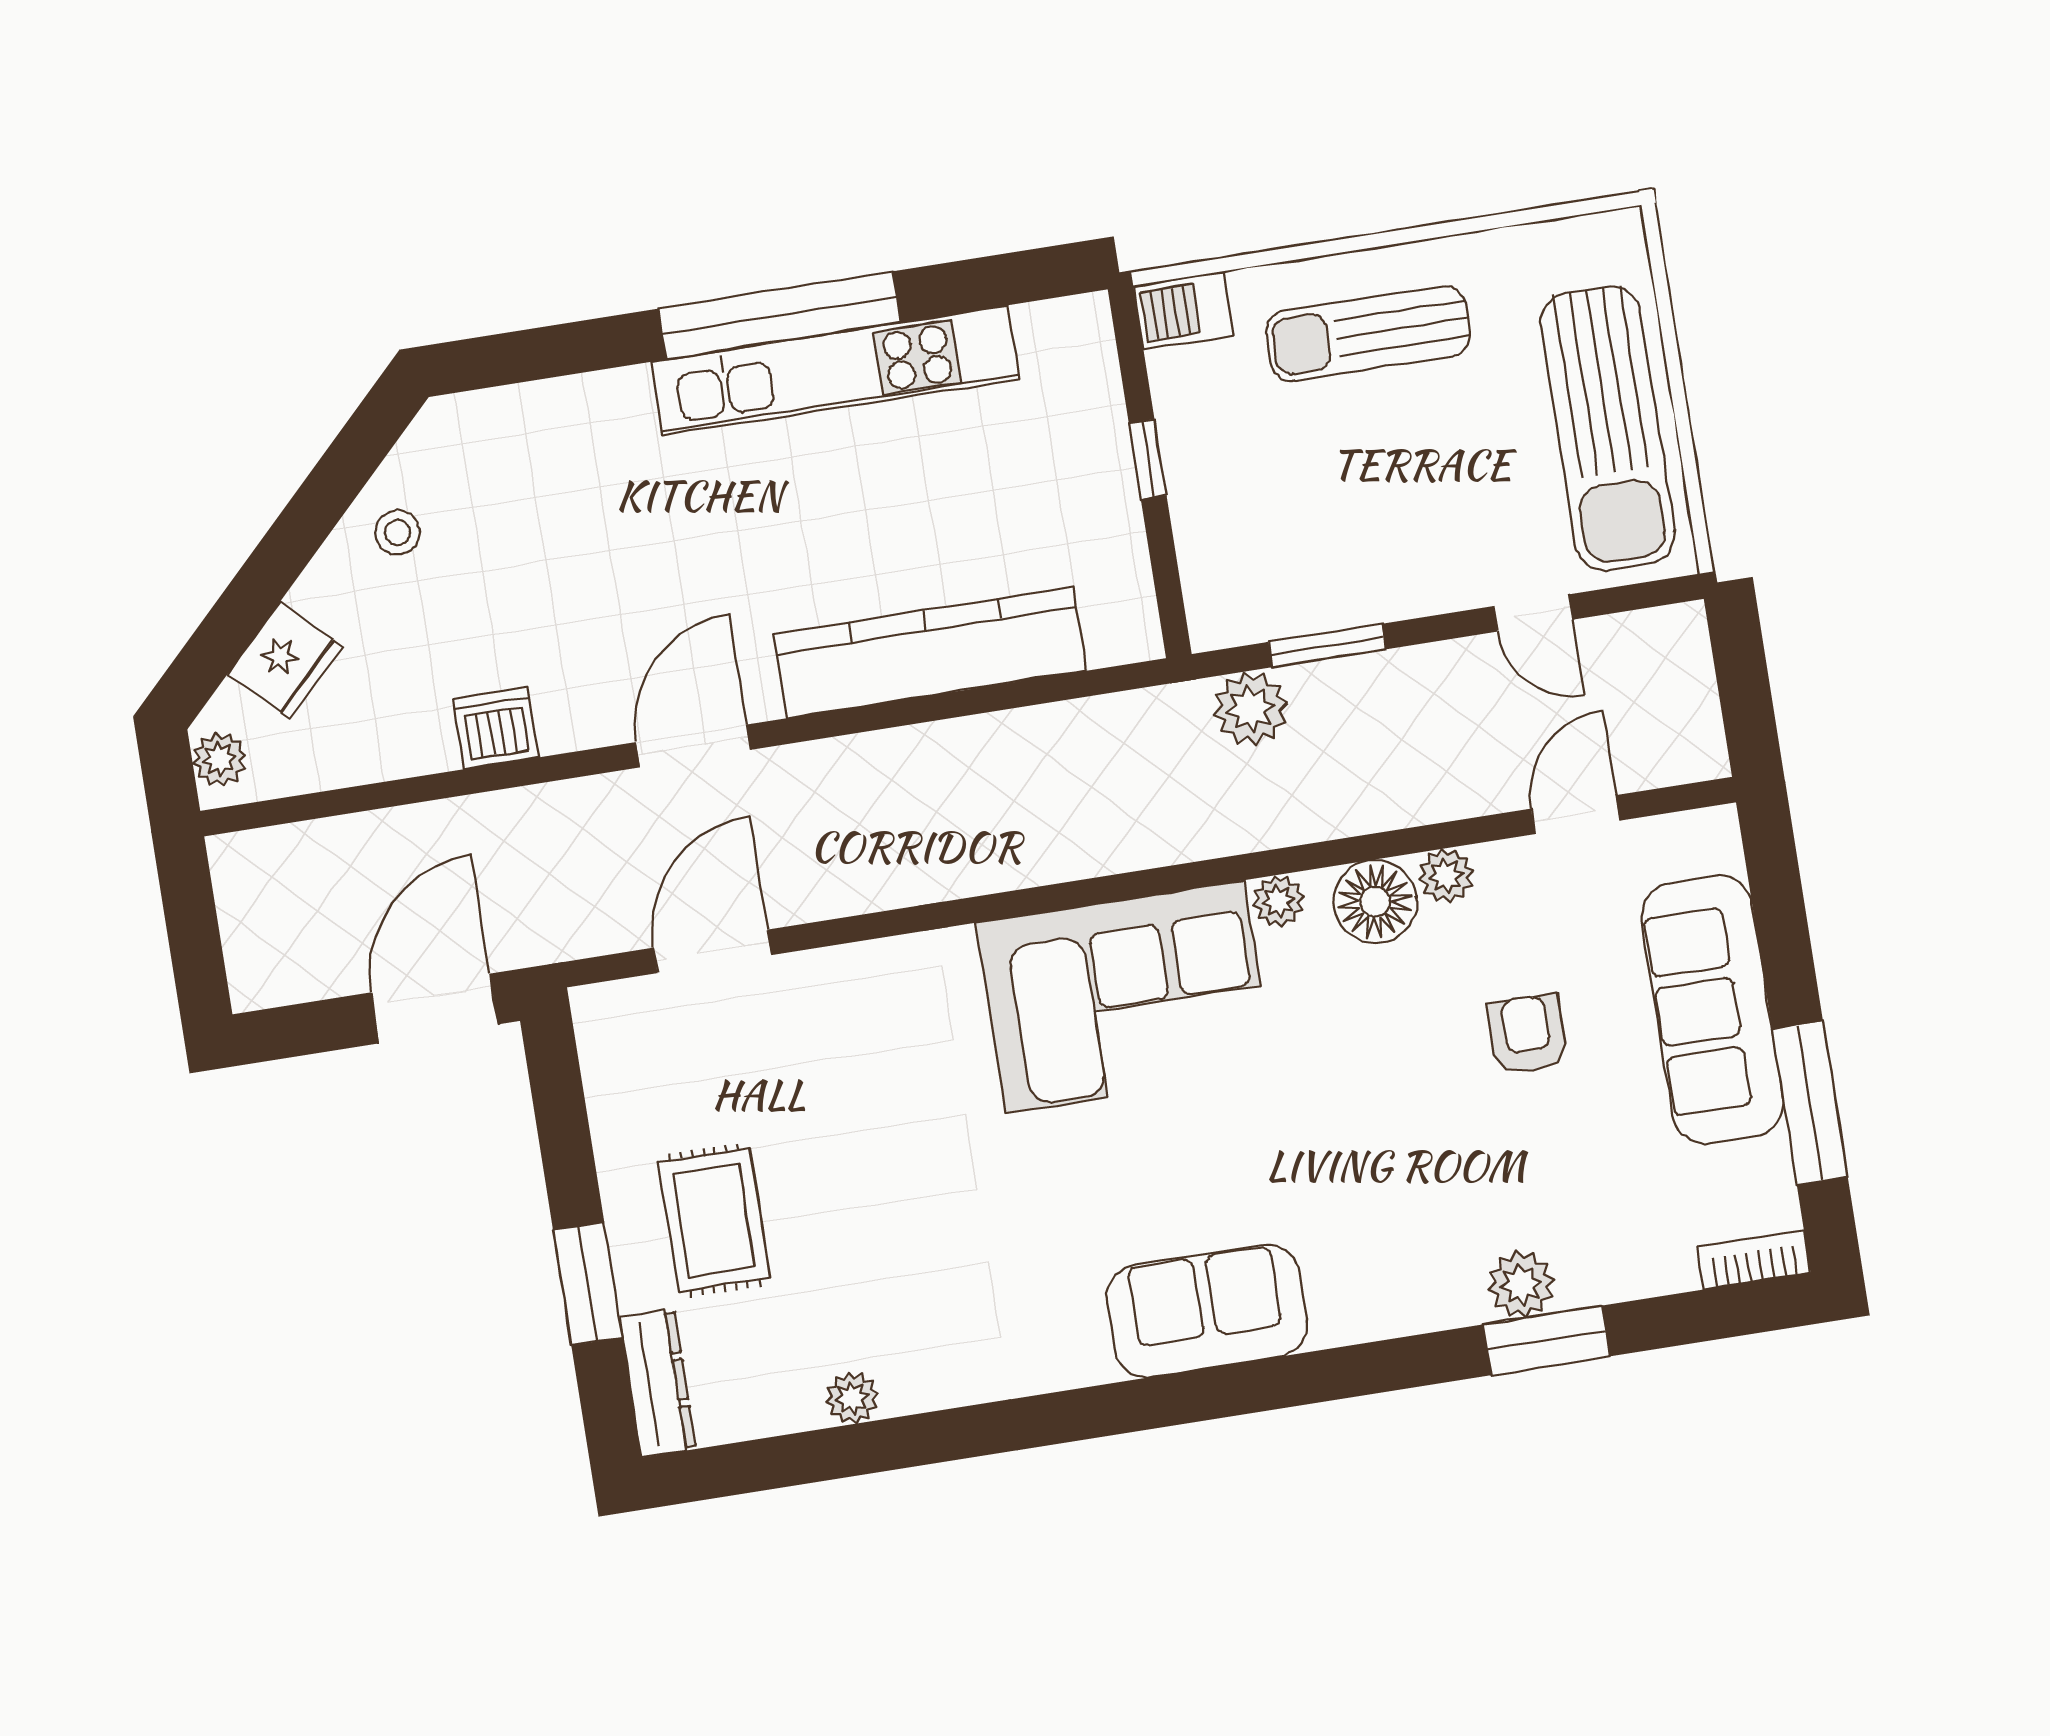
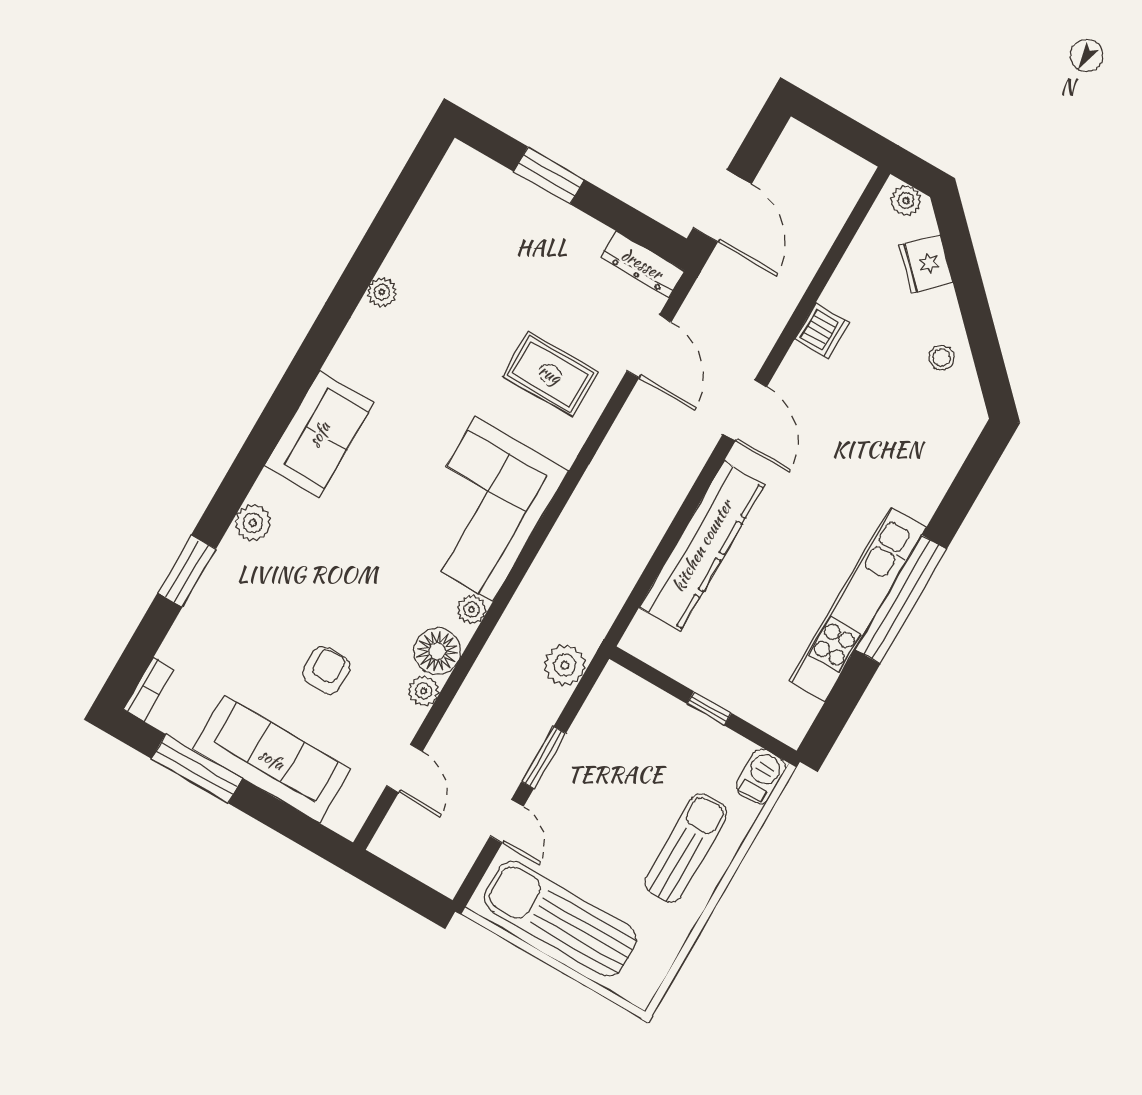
door: (1533, 613) -> (507, 821), swing flipped
window: (1327, 646) -> (544, 757), moved
armchair: (1527, 1035) -> (326, 670), turned -90
rug: (714, 1220) -> (550, 374), moved
plant: (1521, 1285) -> (253, 523), moved
dresser: (658, 1383) -> (642, 264), moved
plant: (852, 1398) -> (382, 292), moved

